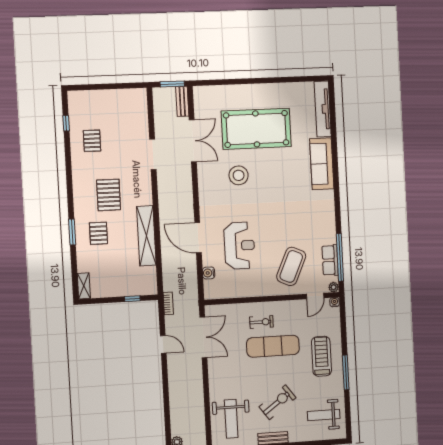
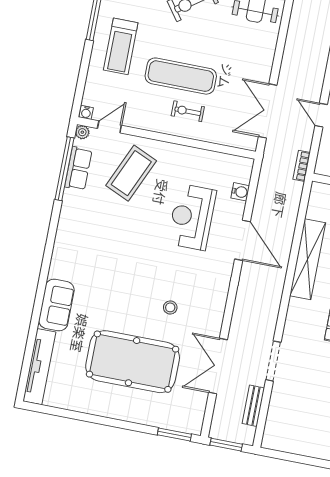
window: (212, 82) -> (174, 434), added
bench: (182, 101) -> (253, 406), moved
sofa: (322, 164) -> (56, 305), width x0.73
stool: (239, 175) -> (170, 307), width x0.53, depth x0.53

